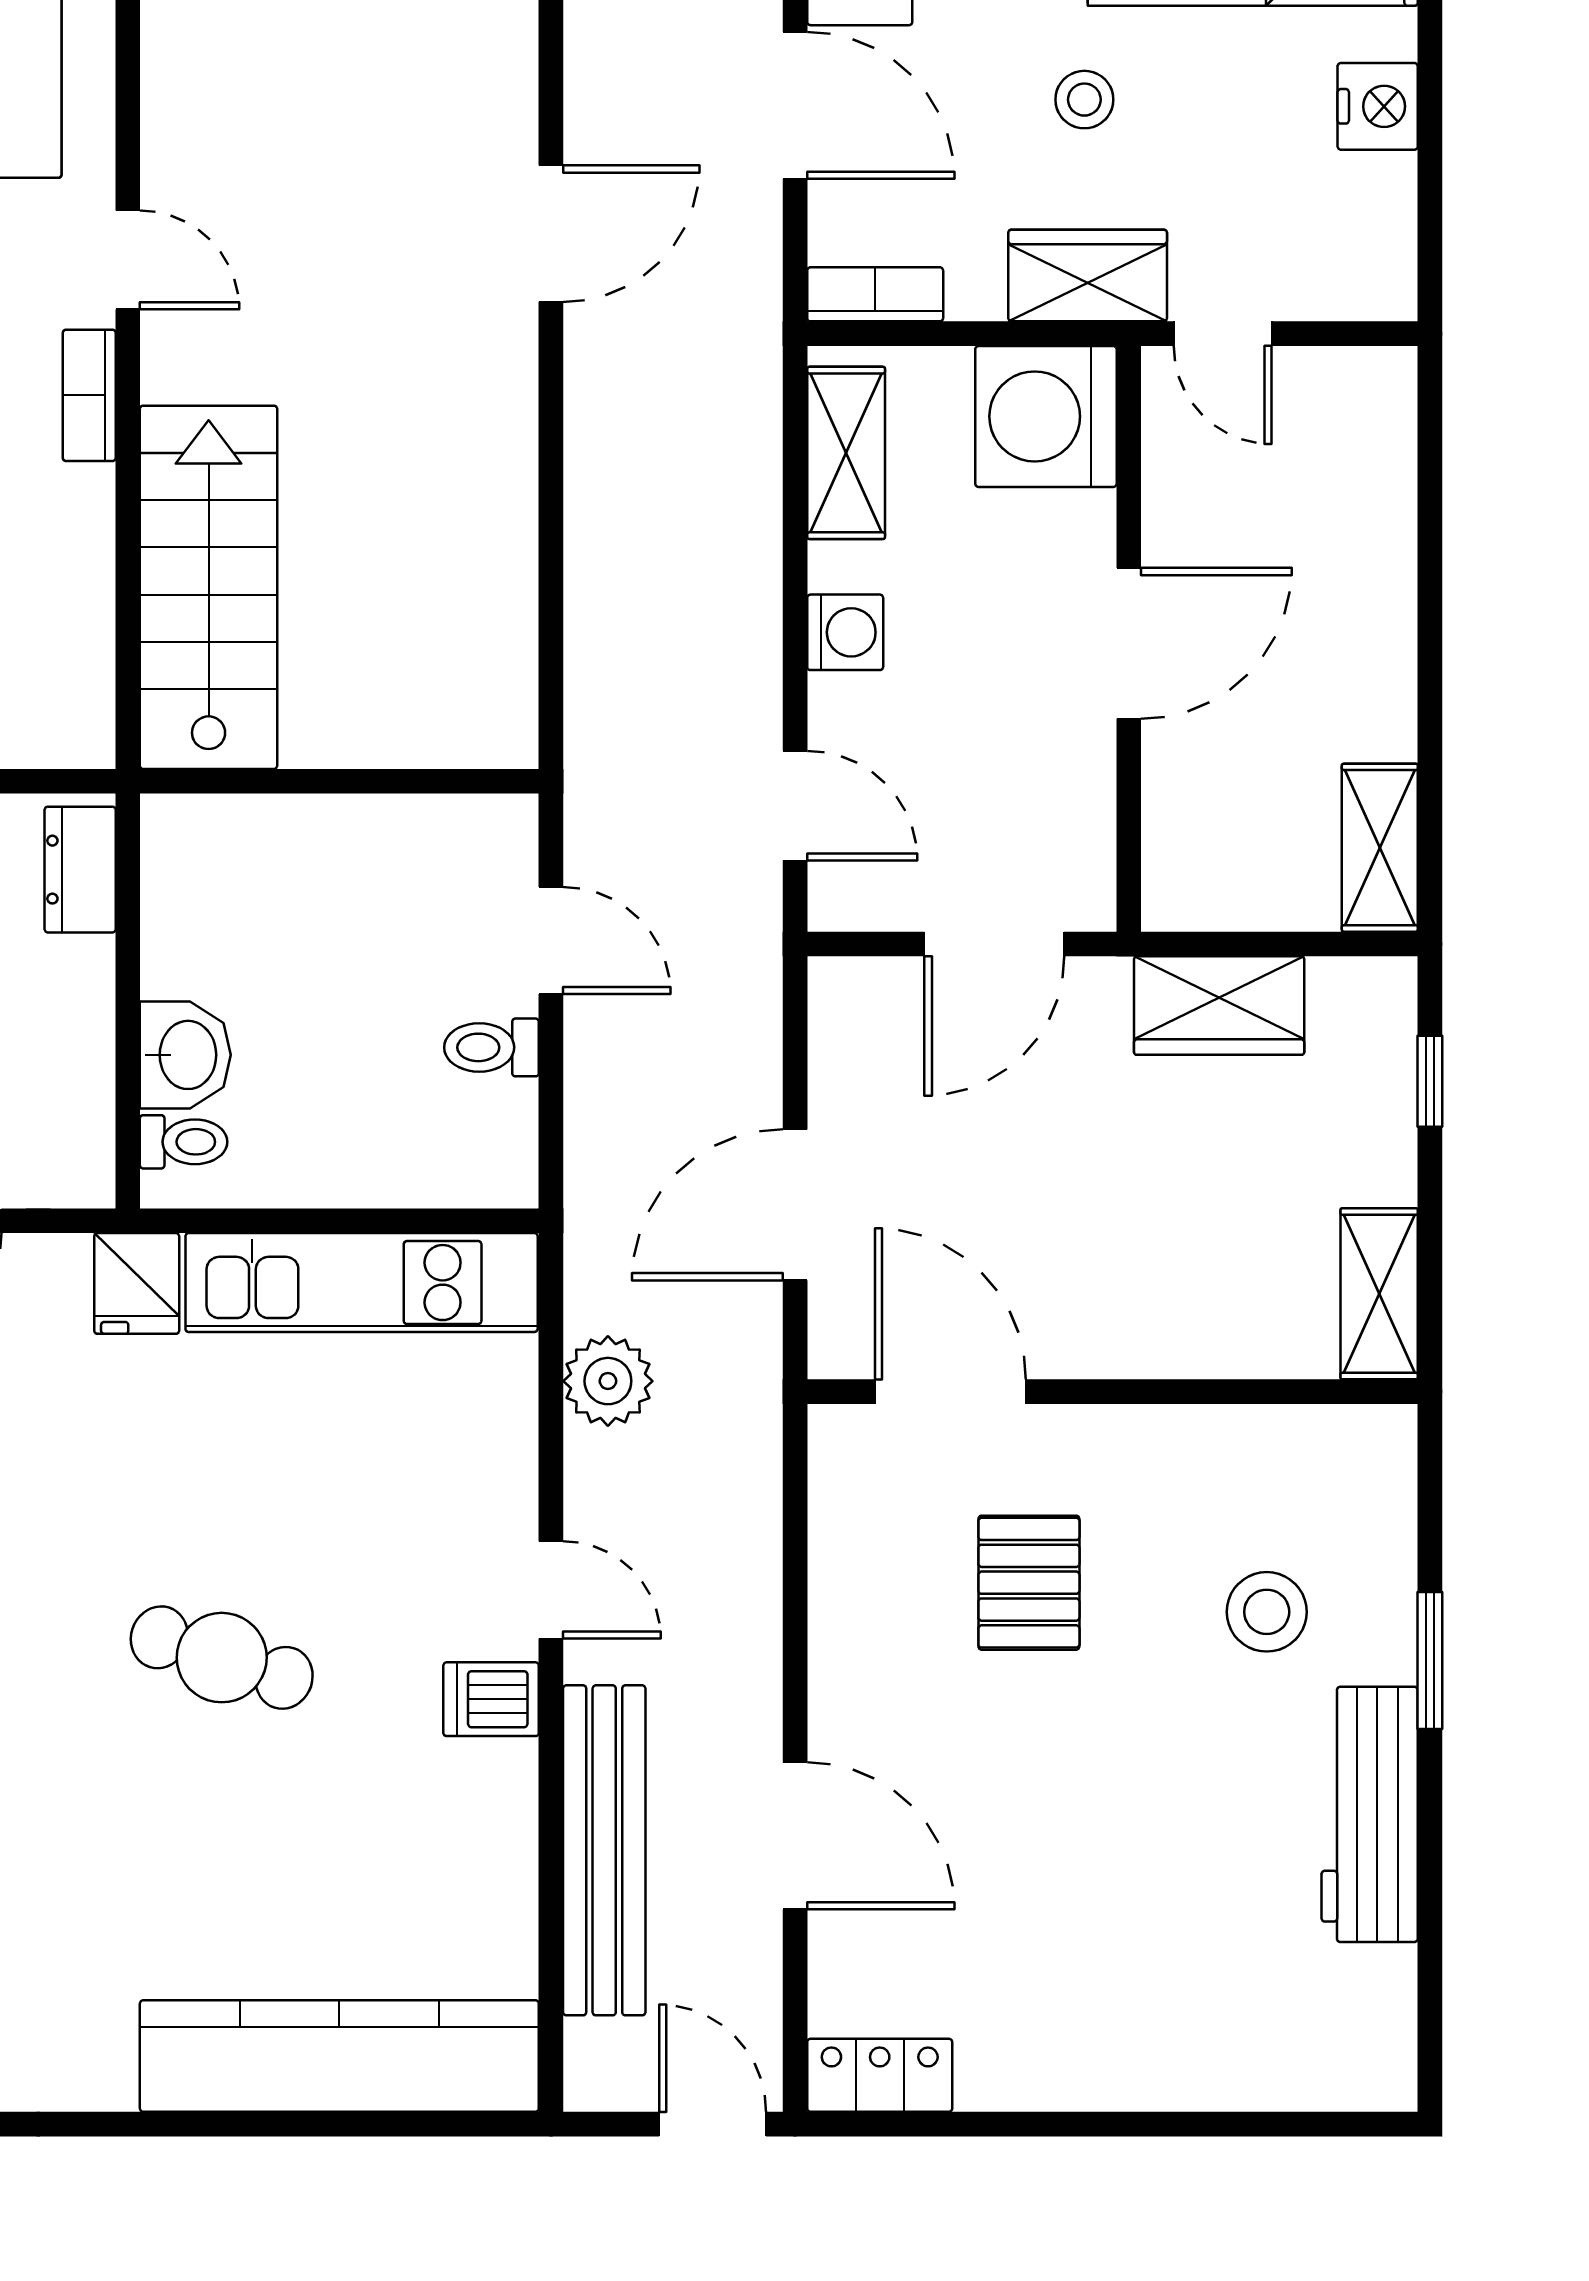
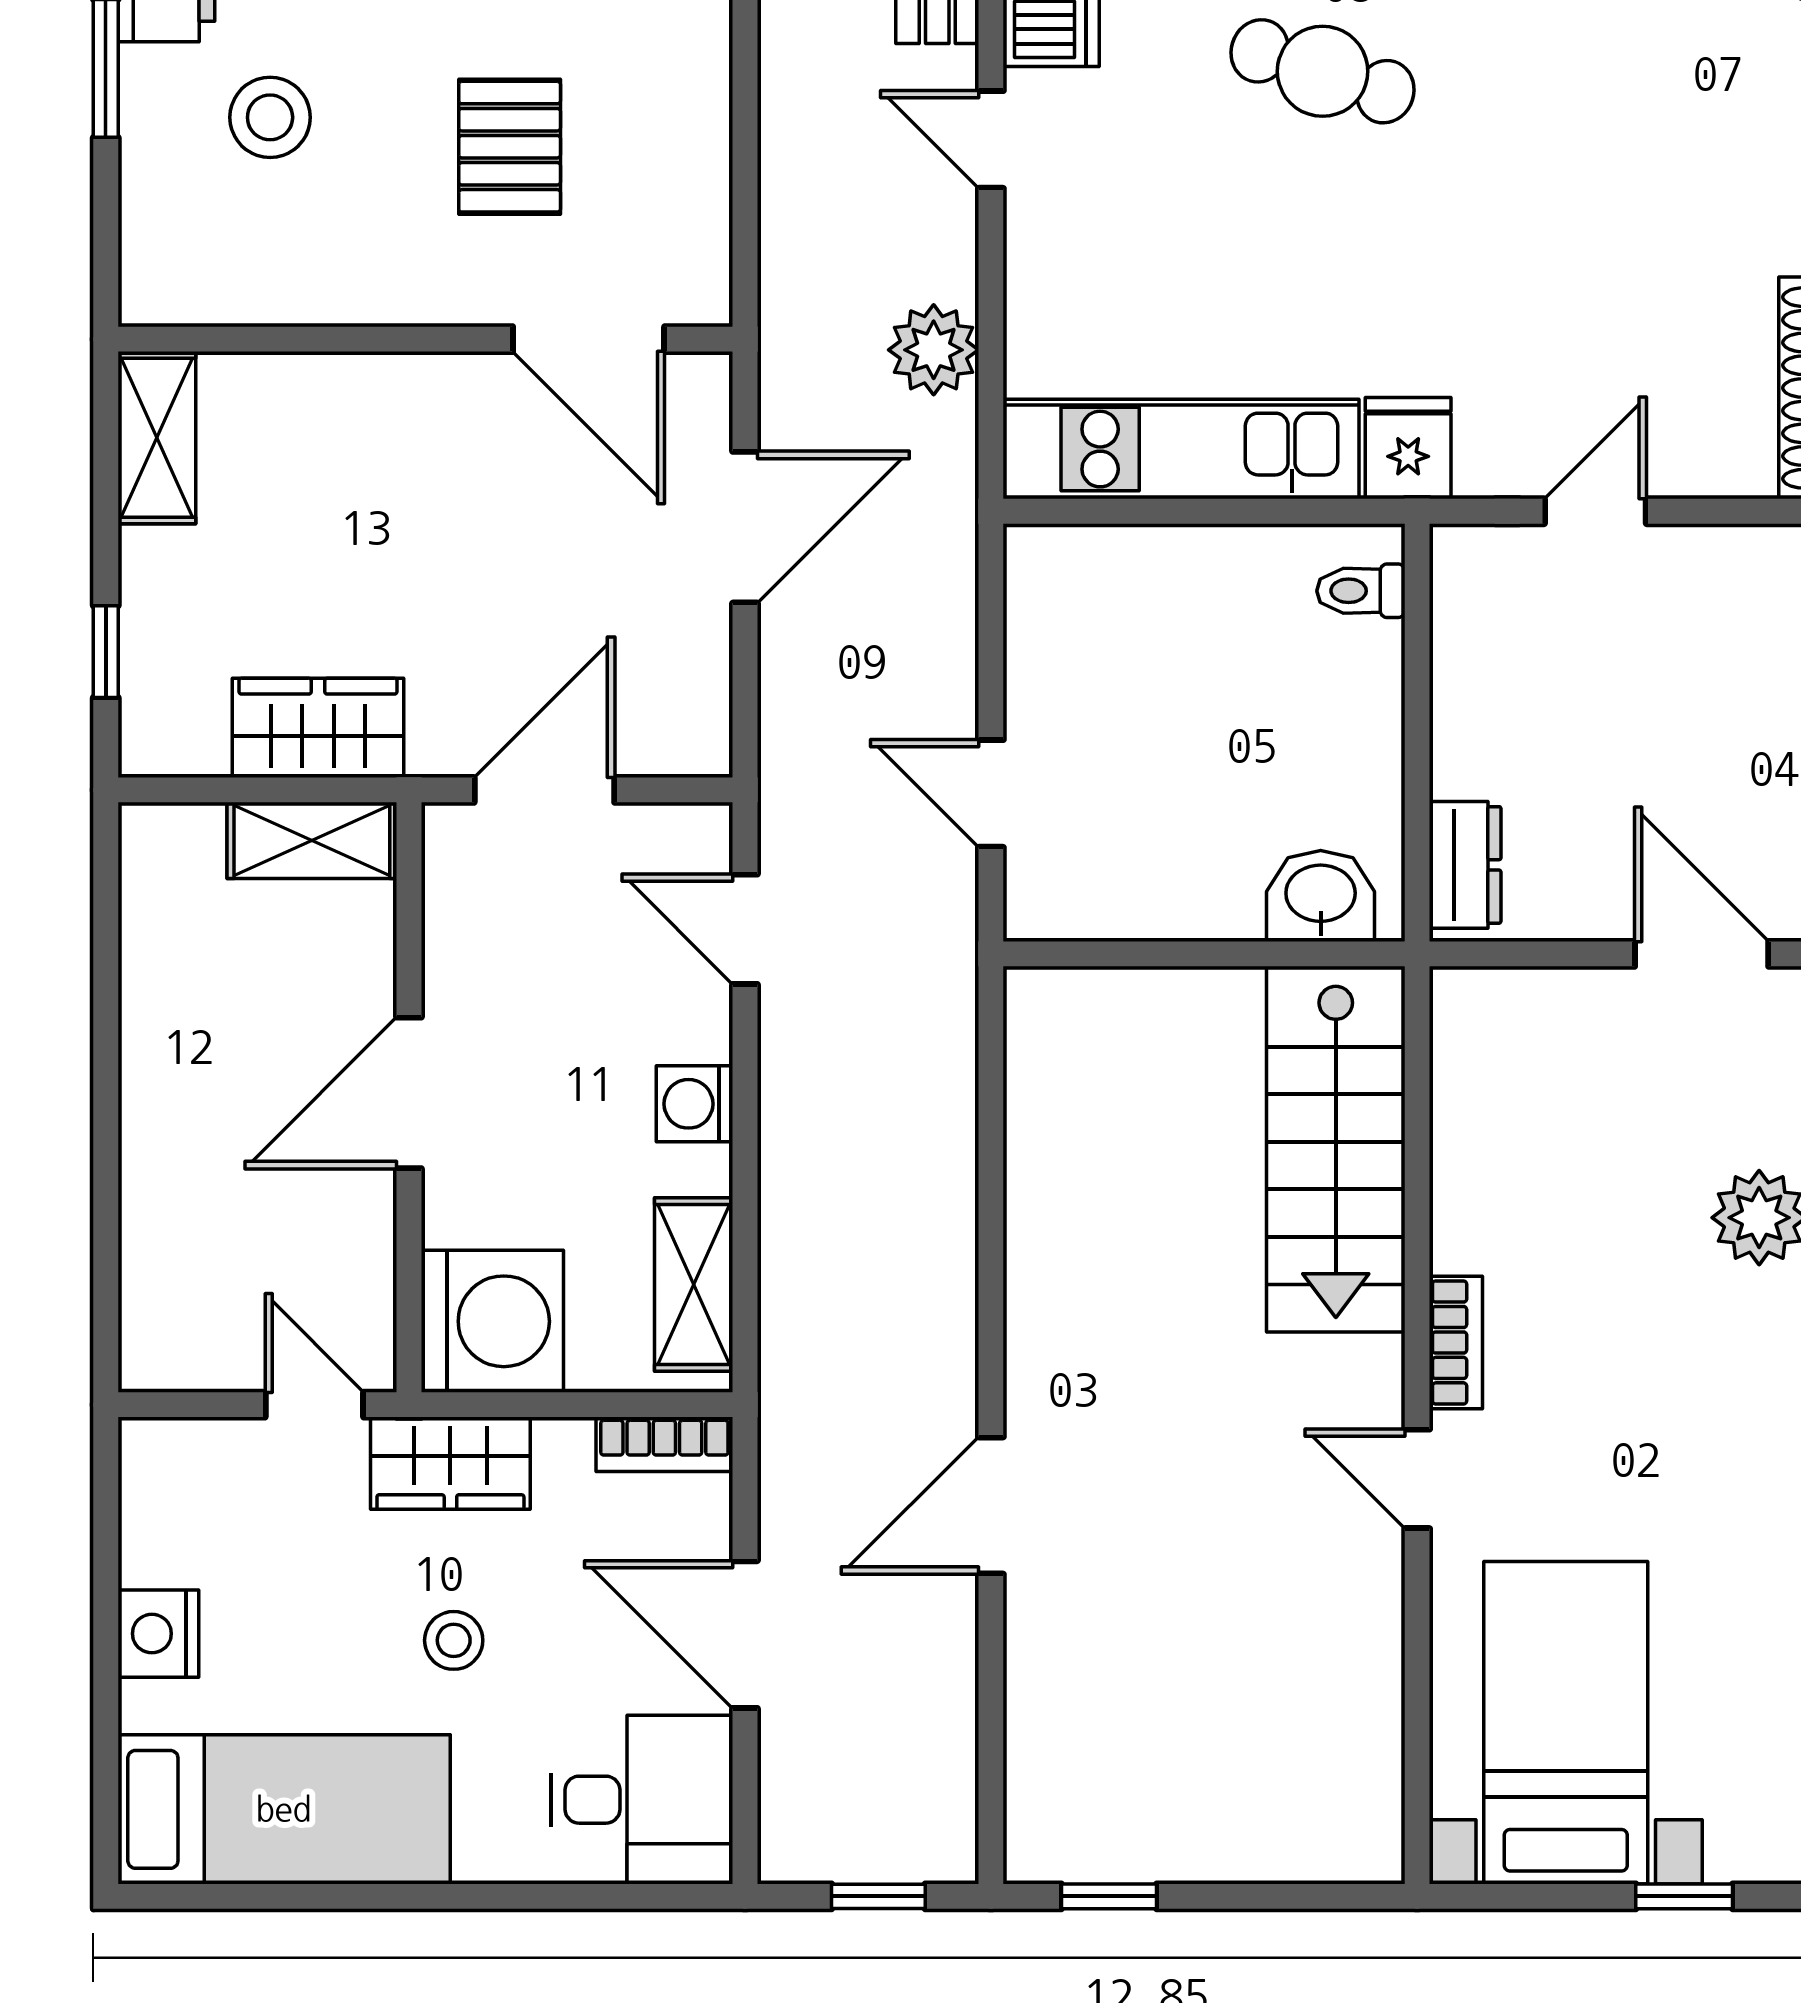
shelving: (1380, 848) -> (312, 840), moved, turned 90
toilet: (491, 1047) -> (1051, 686), removed
washbasin: (185, 1055) -> (1321, 896), moved, turned 90

